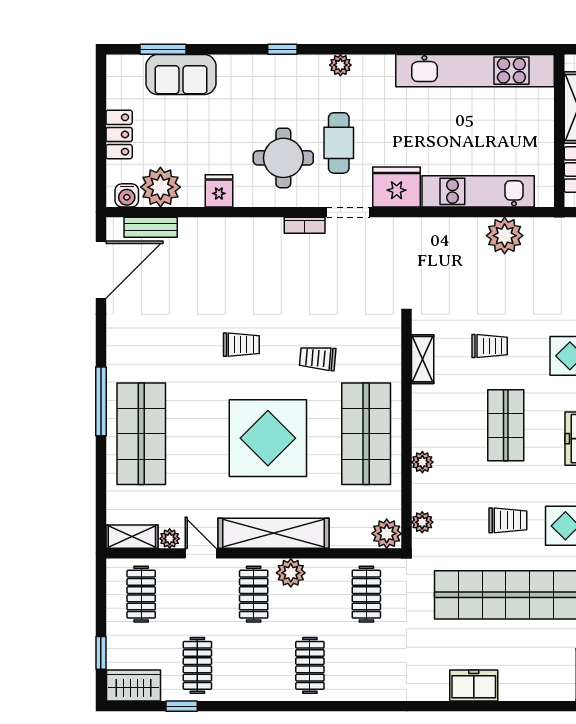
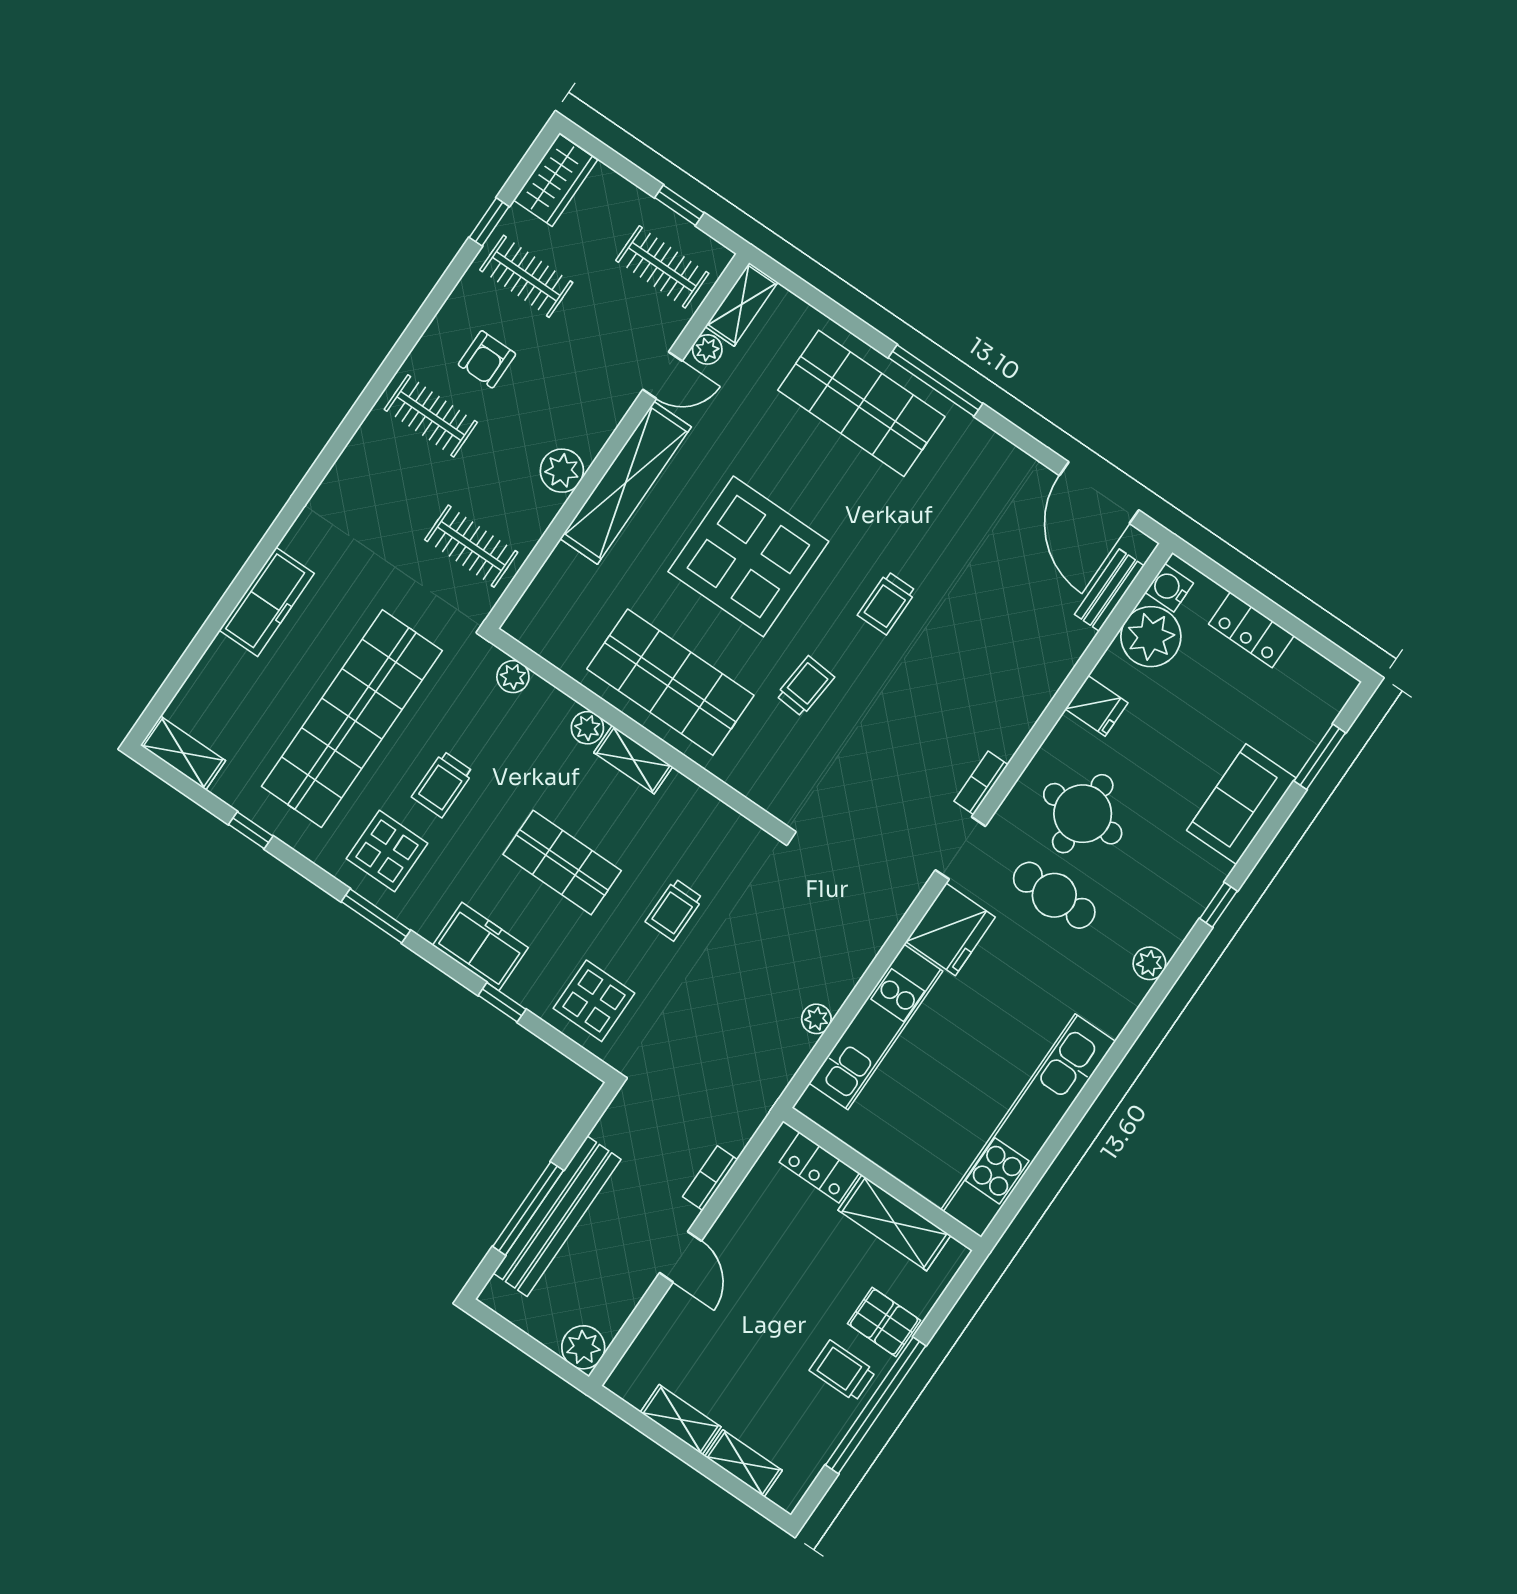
sofa: (181, 75) -> (1241, 804), moved
plant: (505, 236) -> (816, 1019), width x0.53, depth x0.53
shelving: (423, 359) -> (633, 760), moved
plant: (387, 534) -> (529, 623), removed
clothes rail: (254, 594) -> (567, 406), removed
window: (101, 653) -> (679, 205), moved
armchair: (258, 656) -> (487, 359), added
freezer: (474, 685) -> (267, 602), width x1.40

